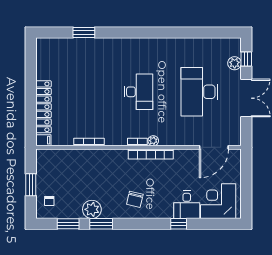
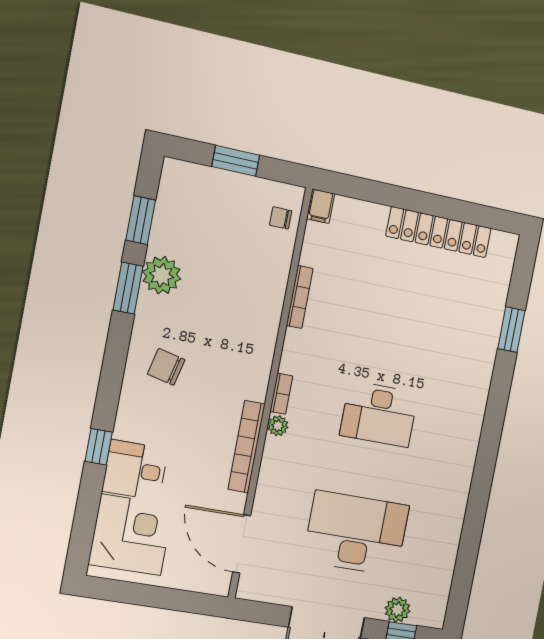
locker: (43, 107) -> (439, 232), moved
bookcase: (151, 154) -> (246, 447), moved
chair: (49, 201) -> (281, 218), moved

